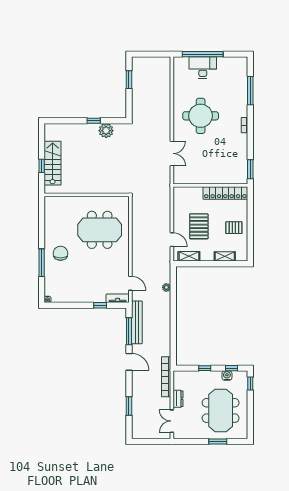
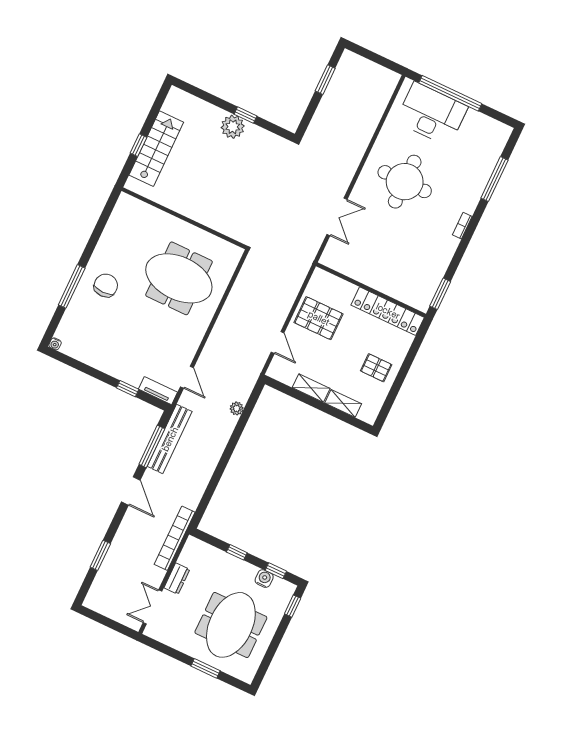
desk: (203, 67) -> (432, 114), width x1.36, depth x1.30
plant: (106, 131) -> (233, 127), moved
pallet: (199, 226) -> (319, 318), moved, turned 90
shelving: (189, 256) -> (311, 388), moved

